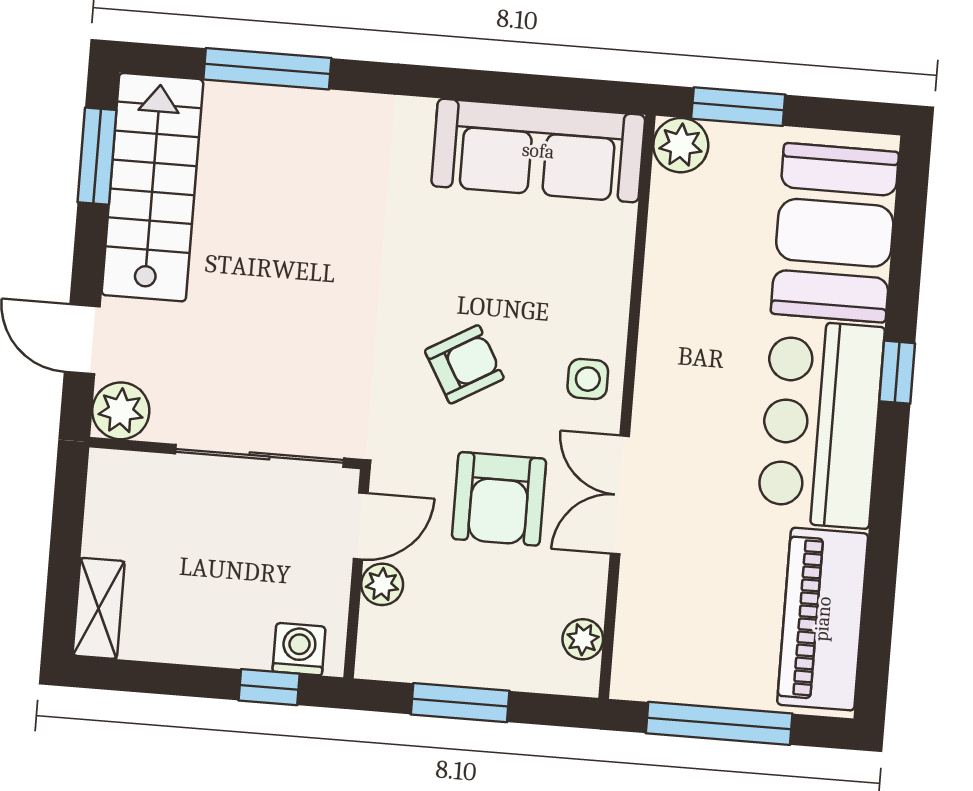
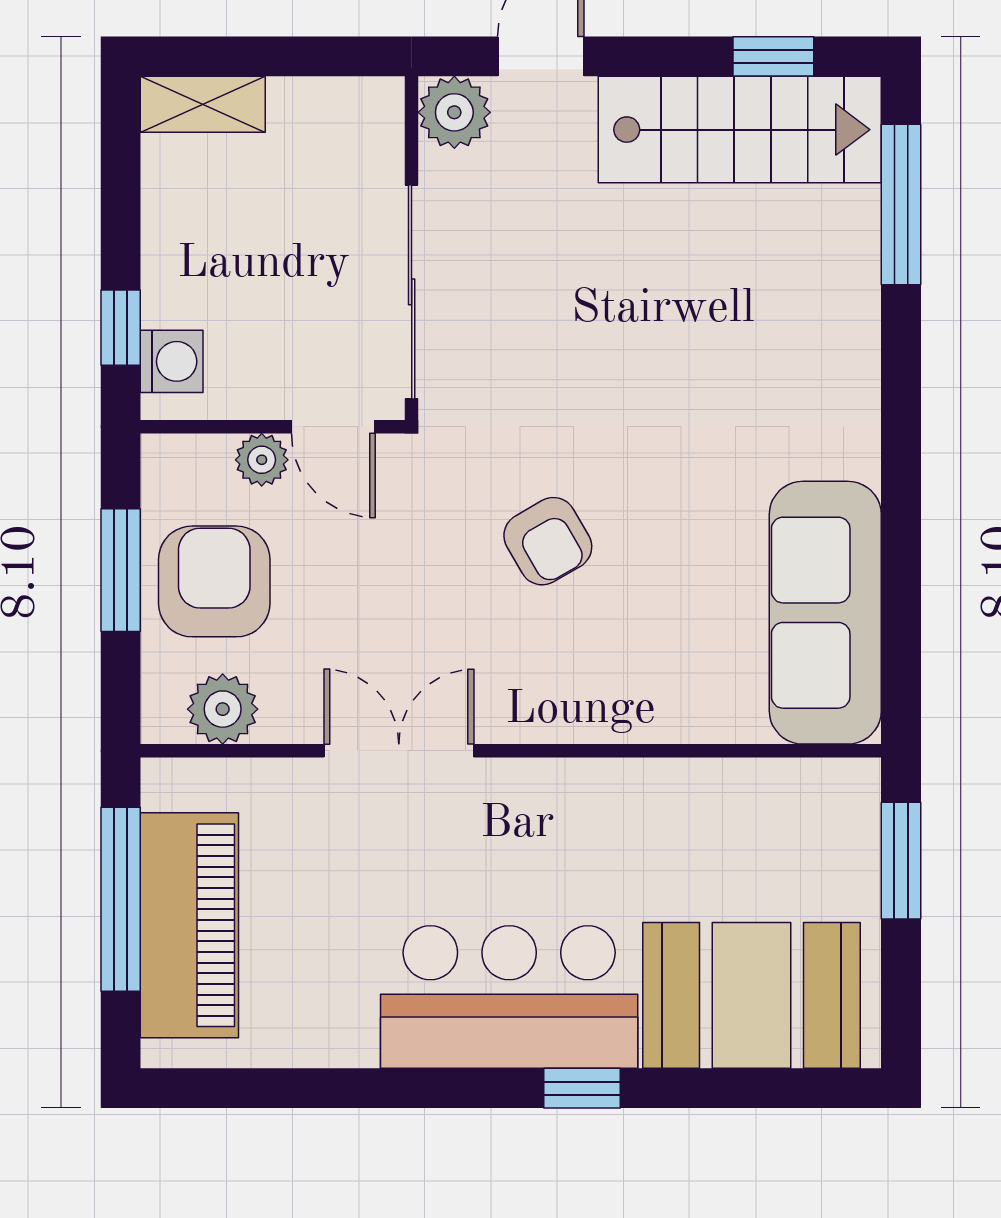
window: (267, 69) -> (901, 204), moved
plant: (681, 145) -> (847, 792), removed
window: (97, 156) -> (773, 56), width x0.67
side table: (588, 379) -> (542, 698), removed
armchair: (499, 499) -> (214, 581), moved, turned 90
piano: (823, 619) -> (189, 925), moved, turned 90
plant: (583, 639) -> (223, 709), width x1.38, depth x1.38

